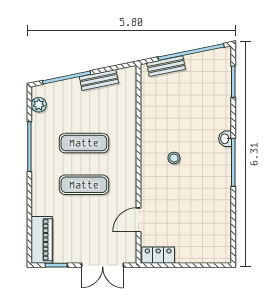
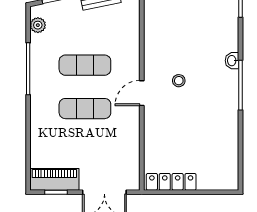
door: (138, 220) -> (142, 93), moved
piano: (42, 240) -> (54, 179), moved, turned -90
locker: (158, 255) -> (171, 182), width x1.53

